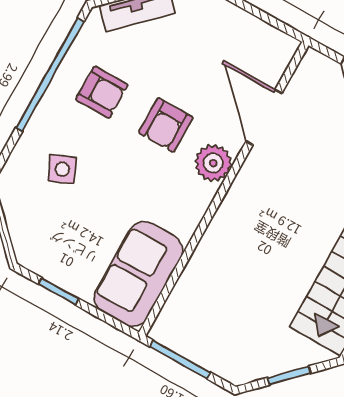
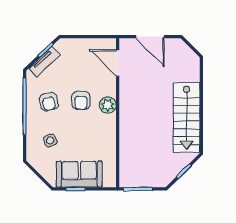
armchair: (102, 92) -> (49, 102), turned 78
door: (264, 117) -> (118, 63), moved
sofa: (138, 274) -> (79, 174), moved, turned 90

